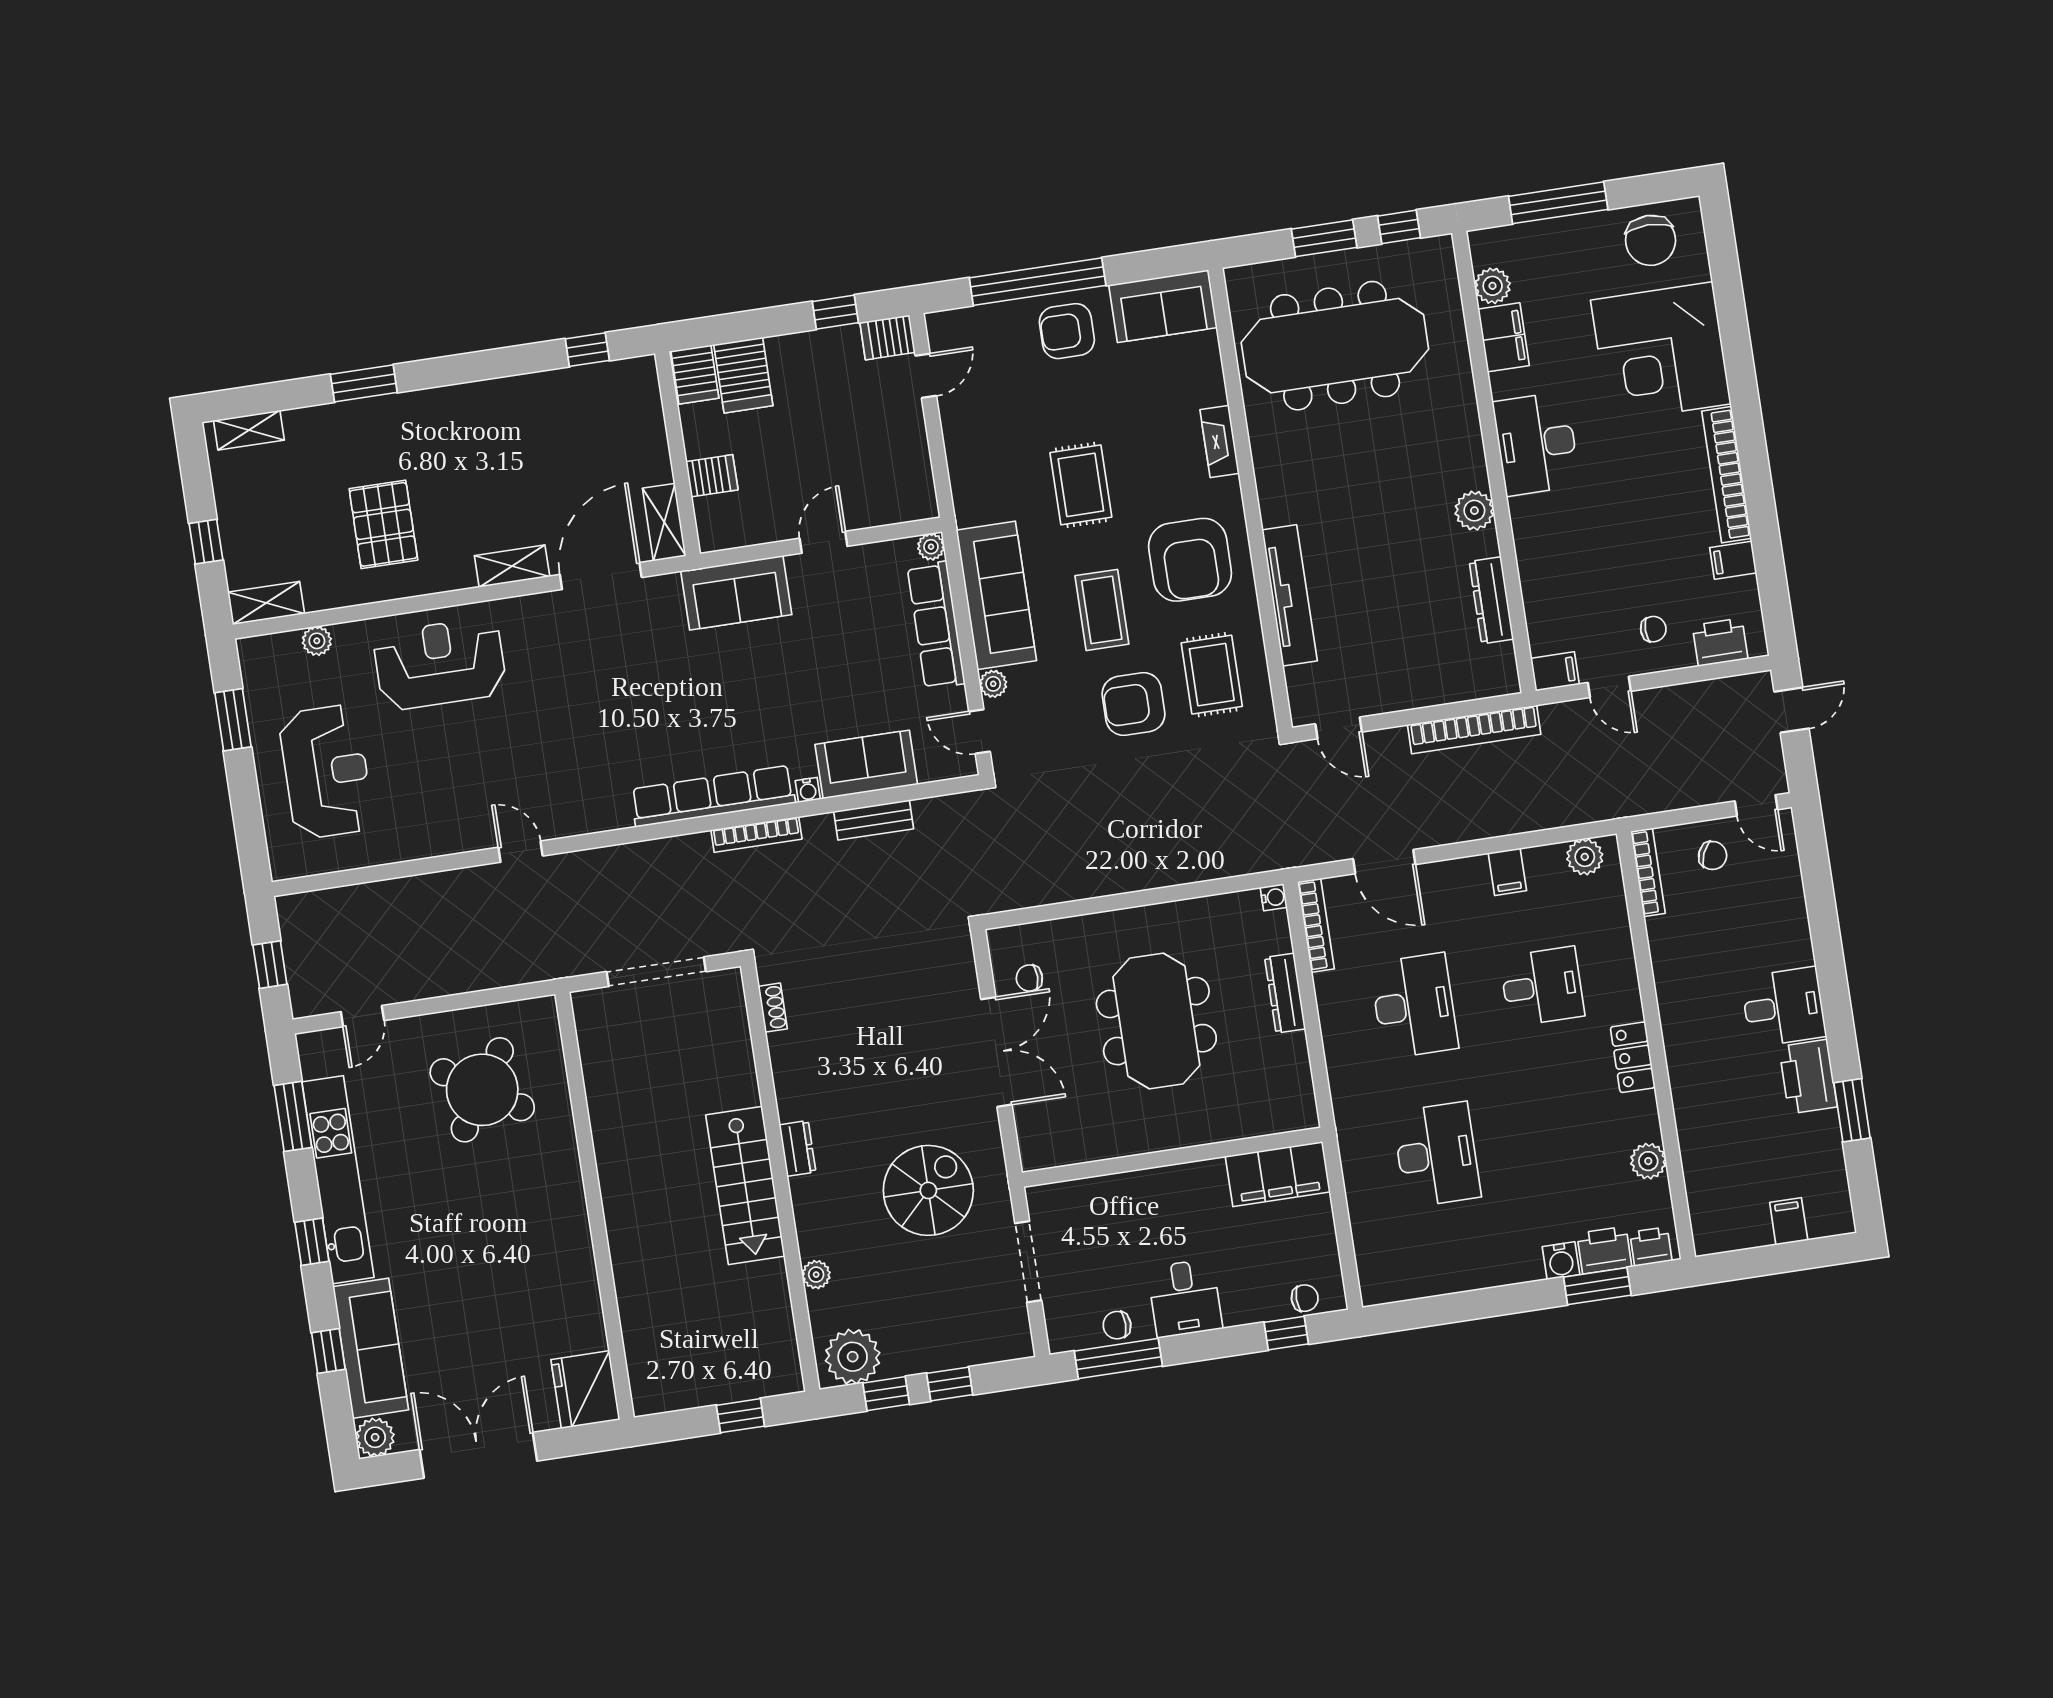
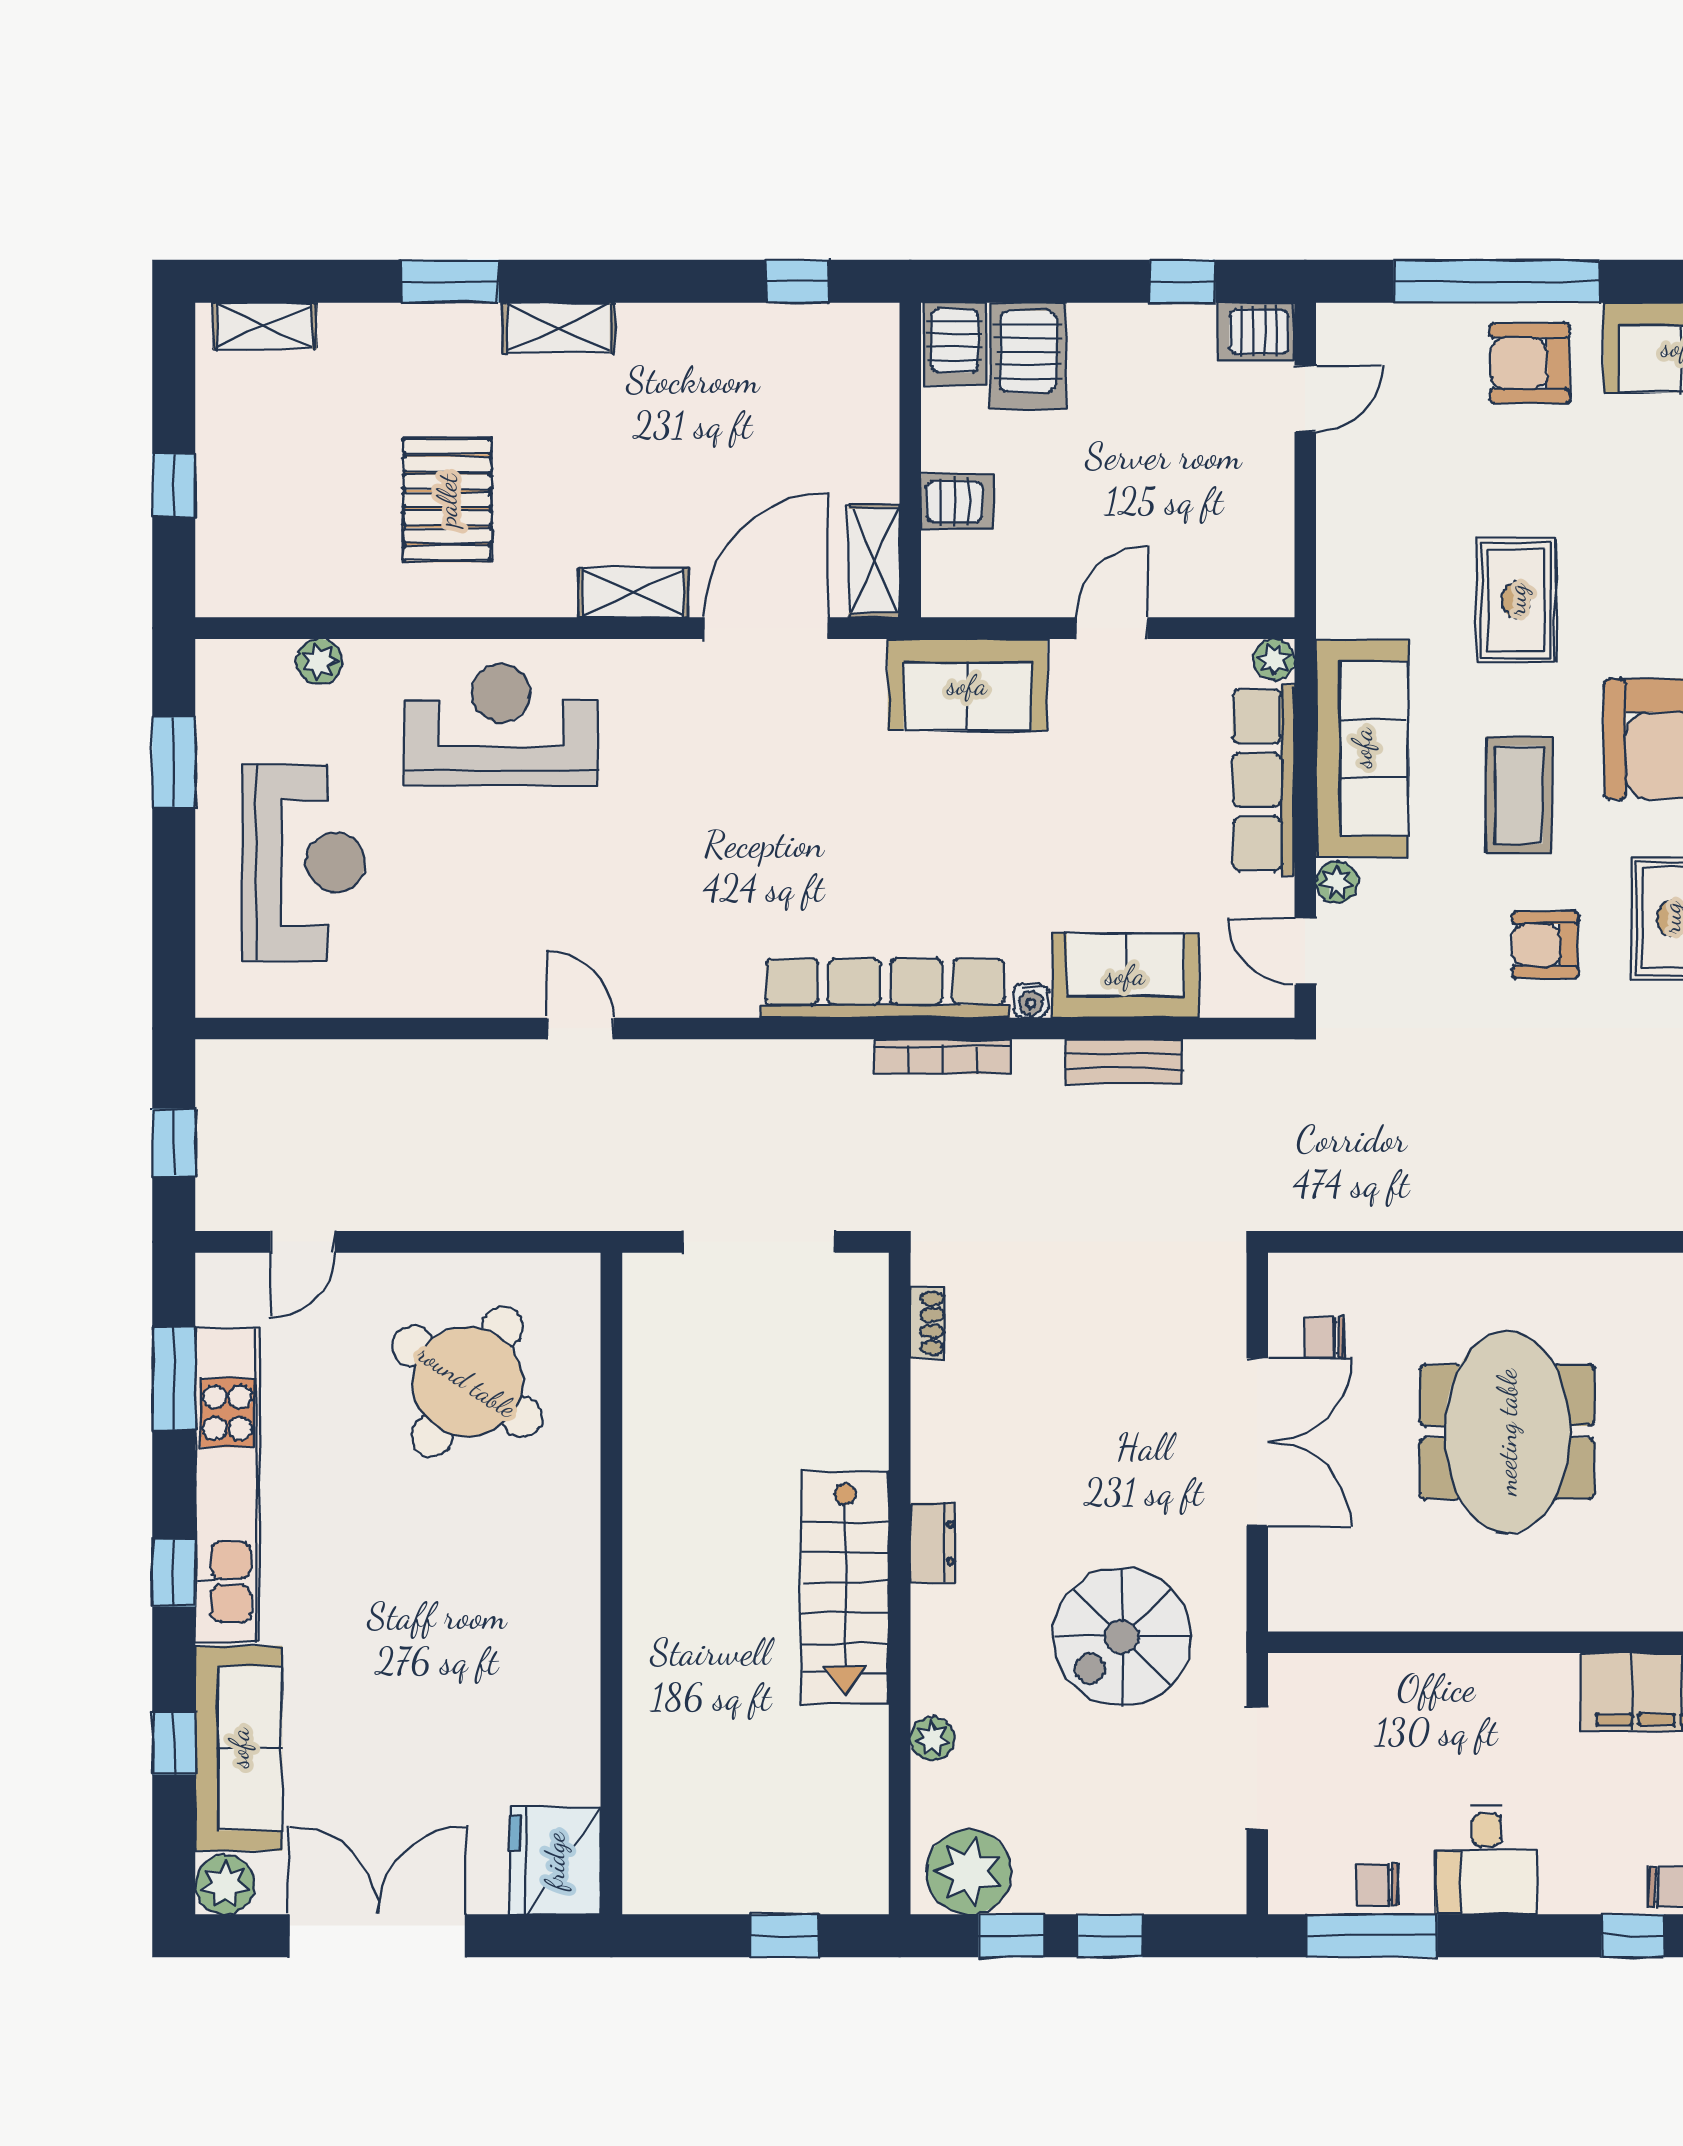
shelving: (266, 603) -> (558, 328), moved
armchair: (1134, 704) -> (1545, 945), width x0.72, depth x0.72
spiral stairs: (928, 1190) -> (1122, 1637), turned 180

